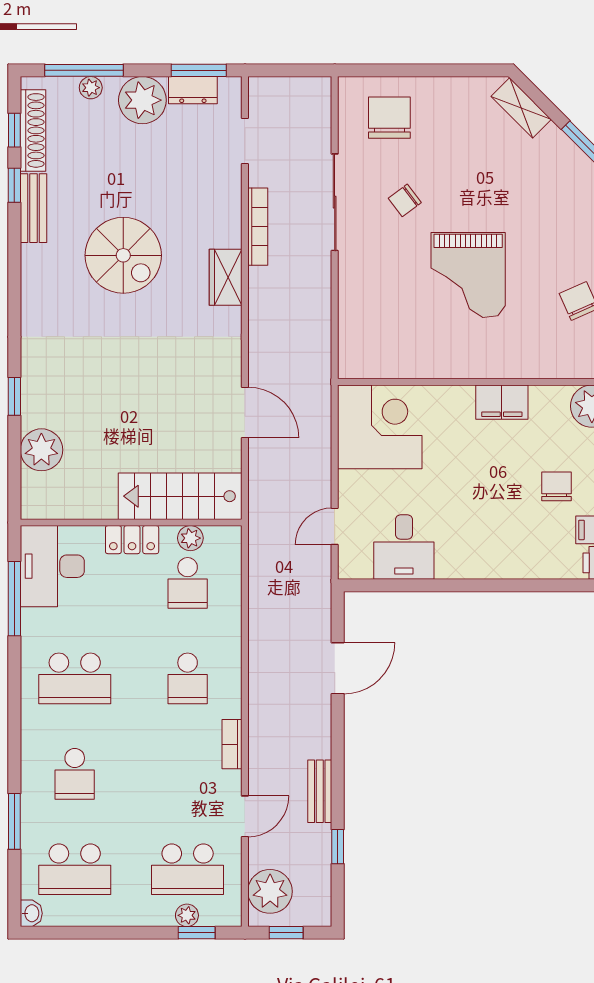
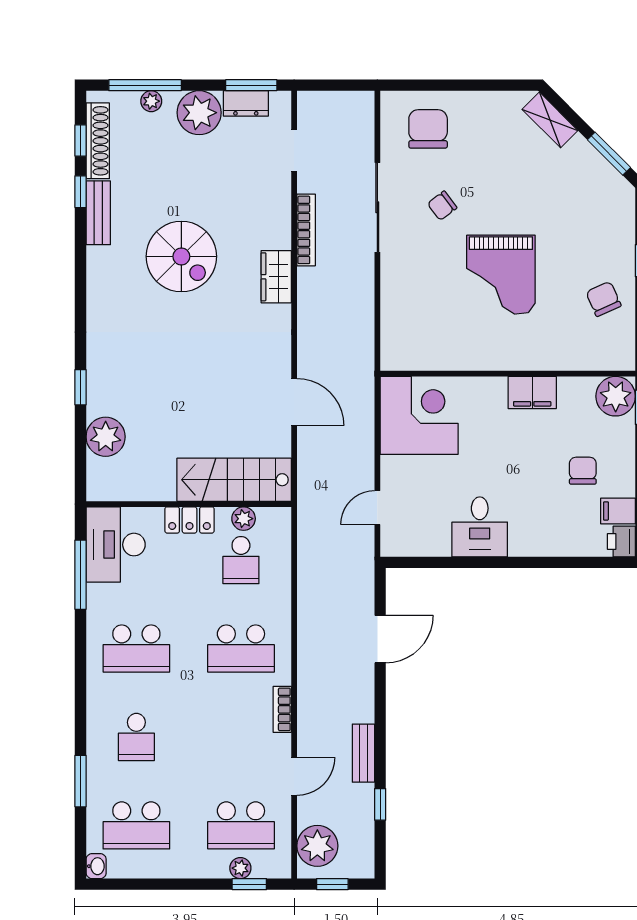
desk: (404, 547) -> (480, 527), moved
school desk: (188, 678) -> (241, 649), width x1.85

